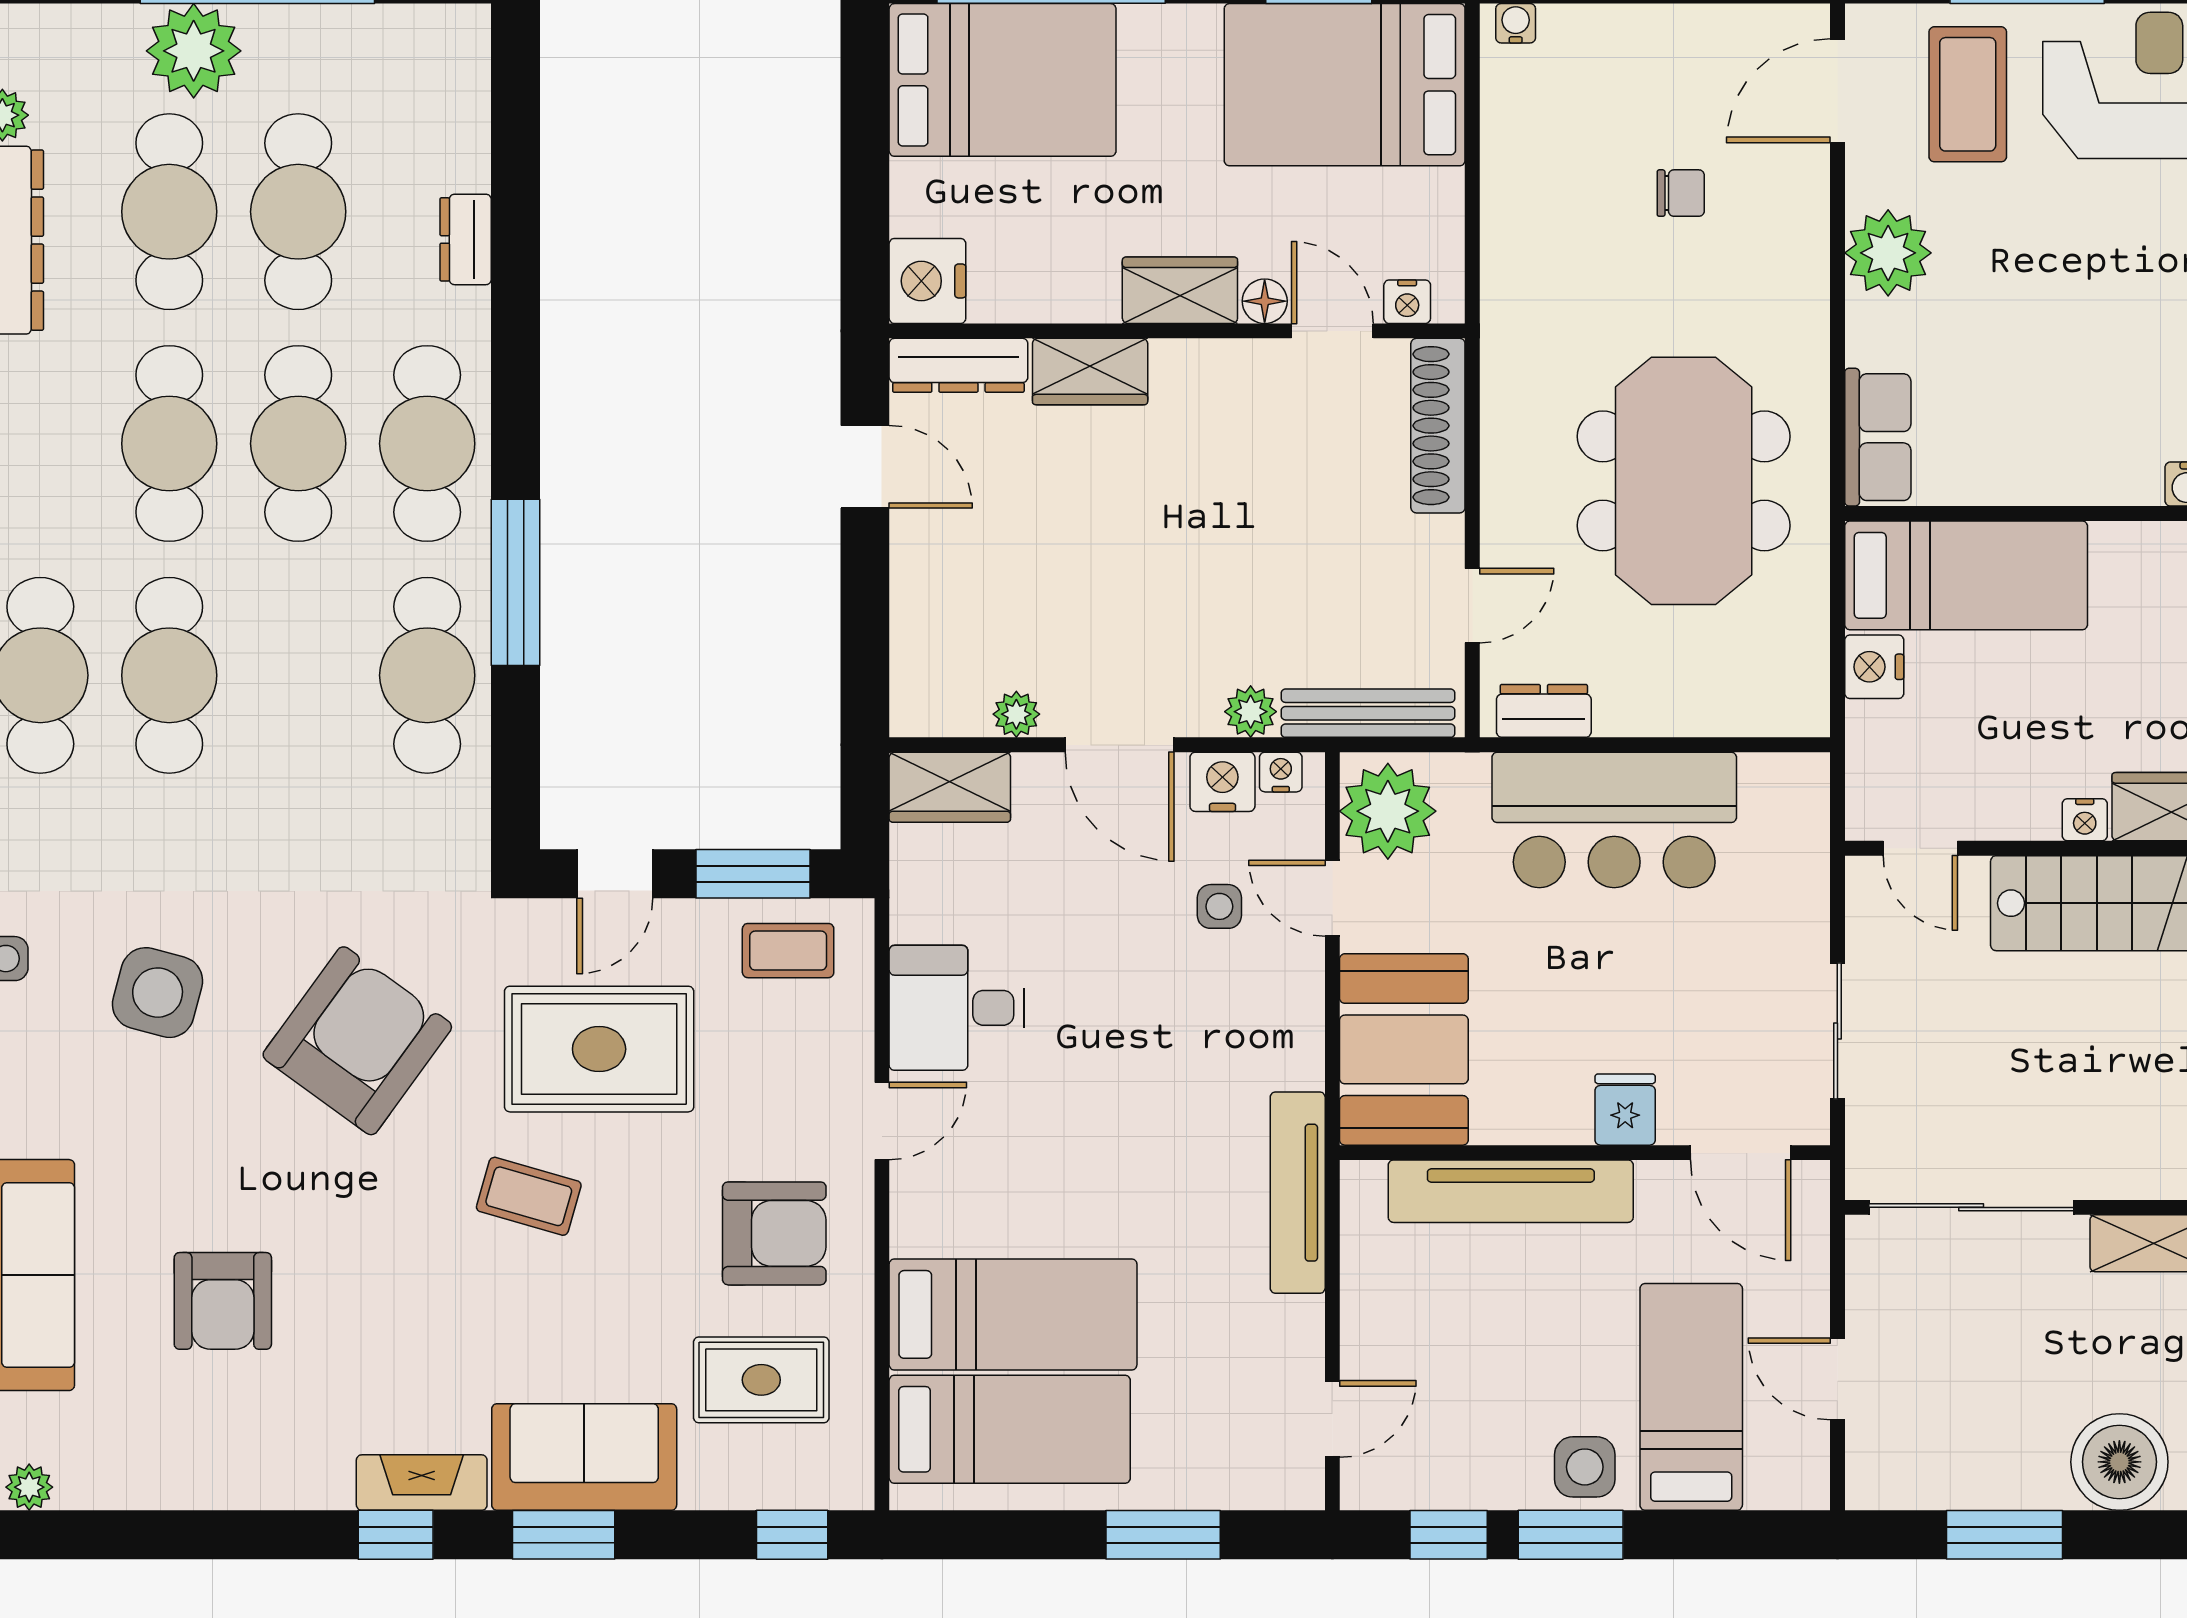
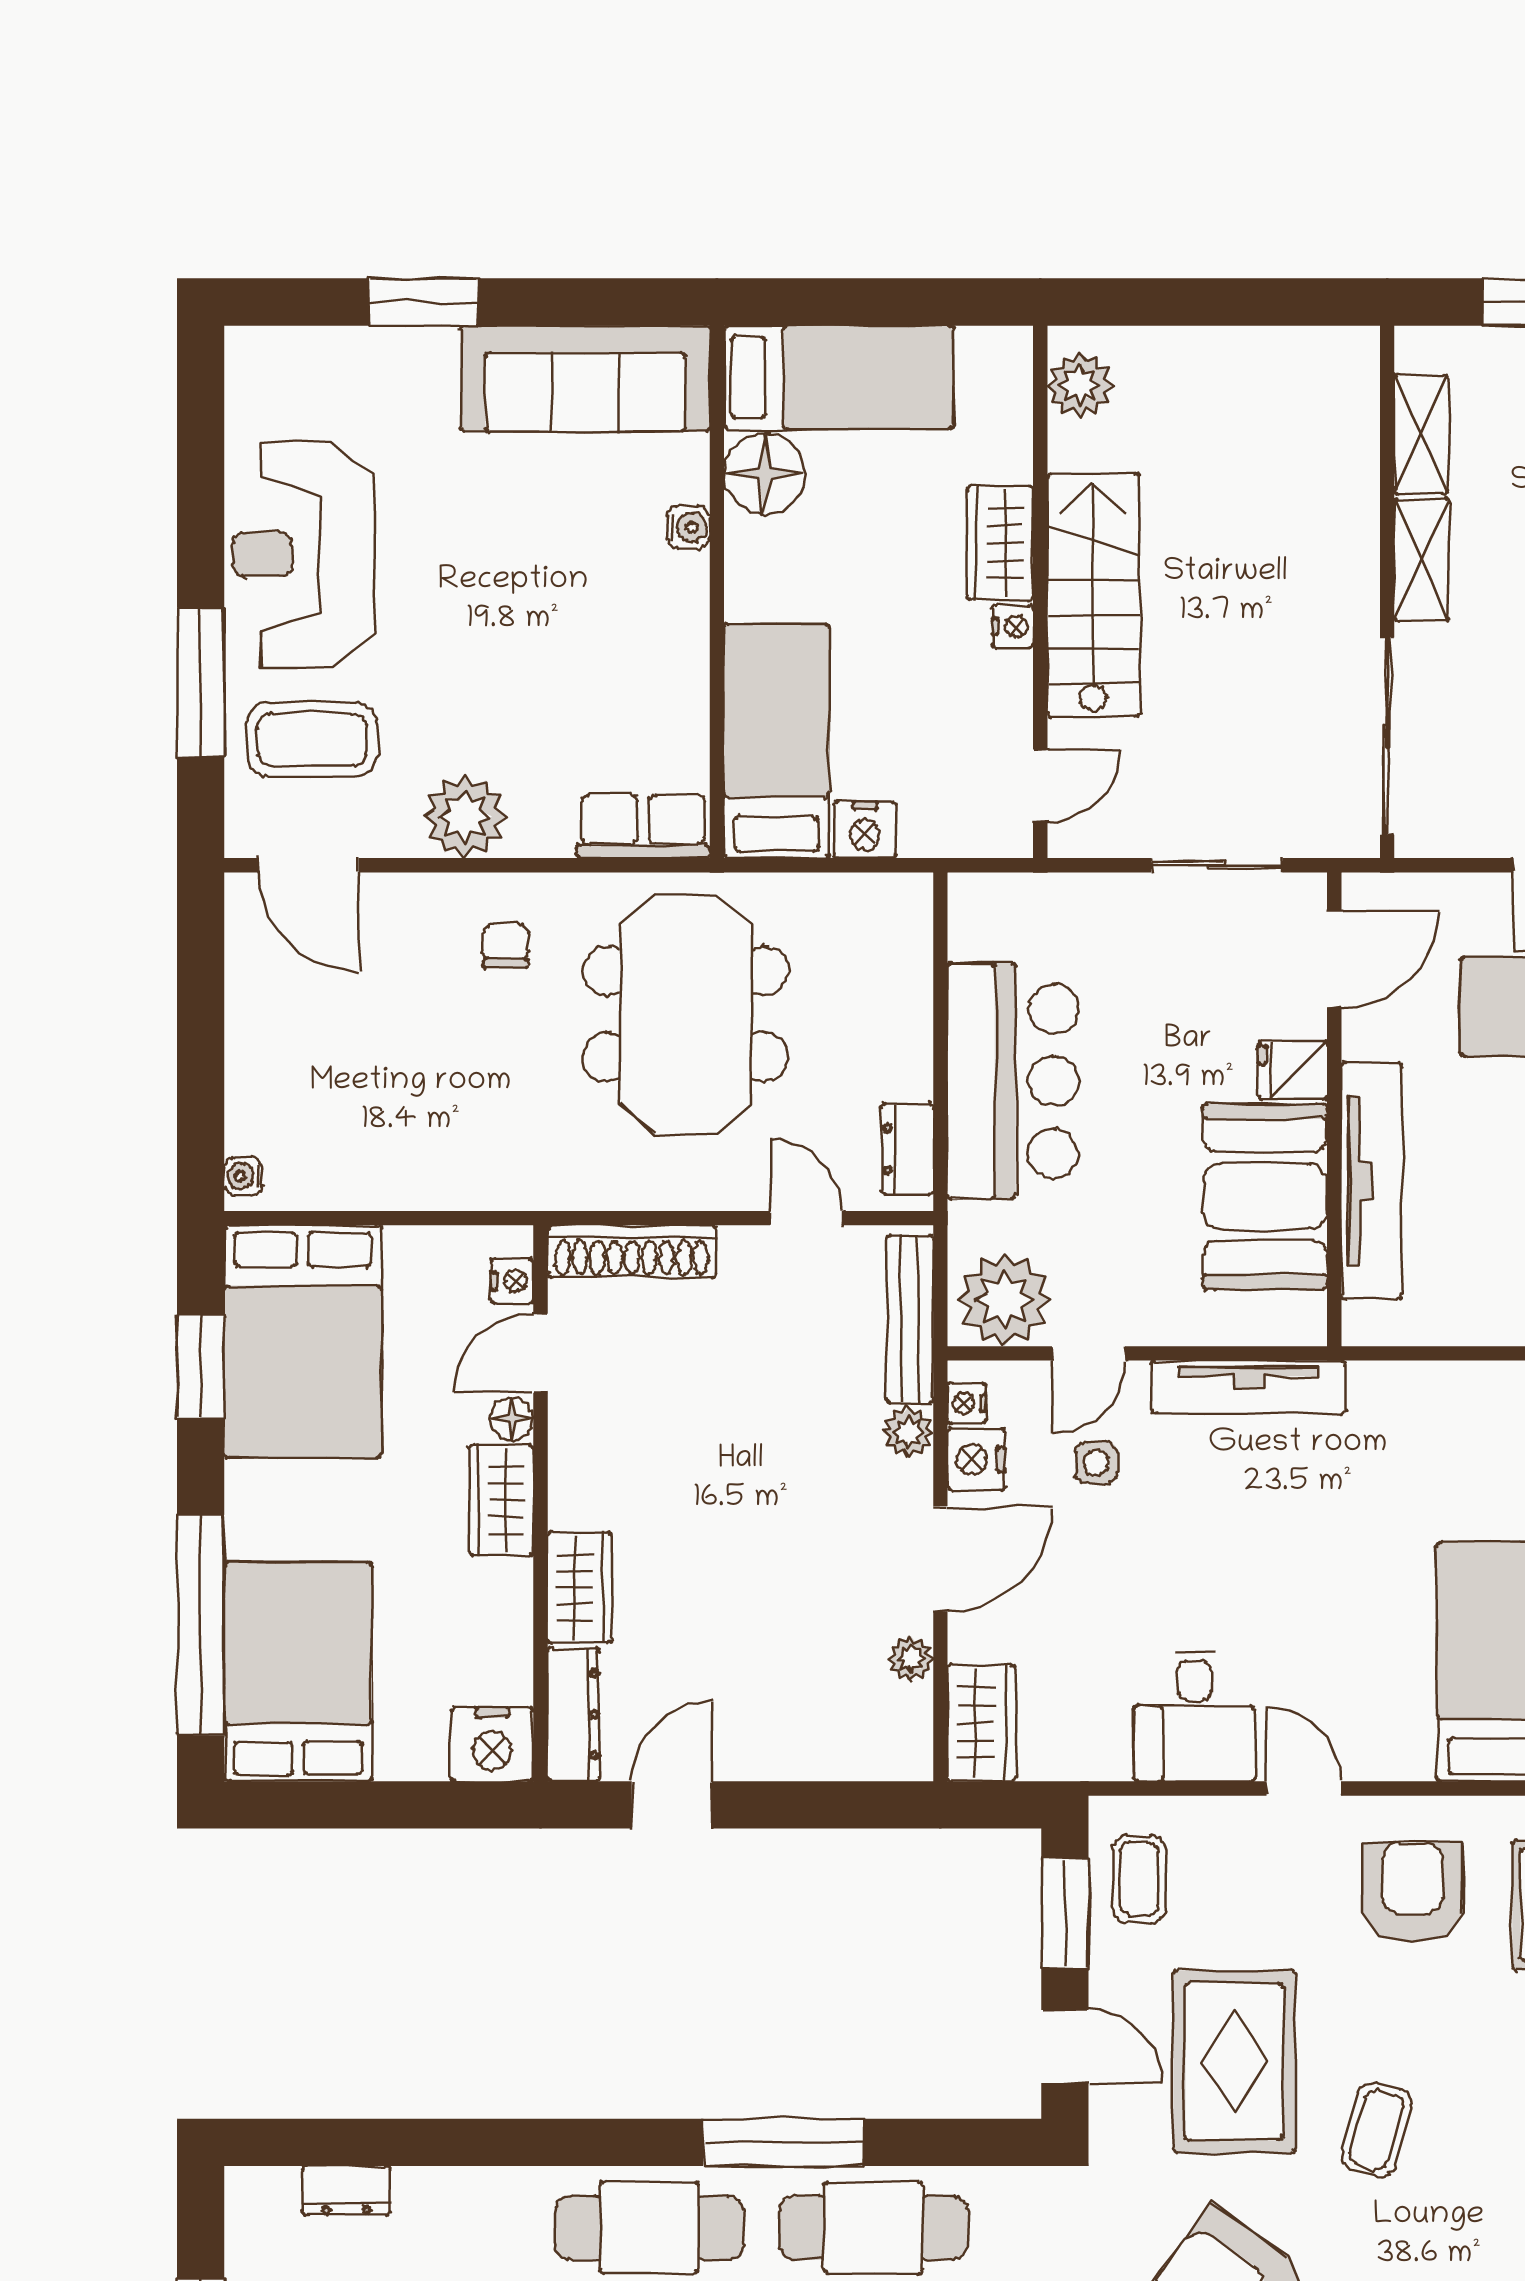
chair: (1681, 193) -> (506, 946), moved
dresser: (466, 239) -> (346, 2191), moved
meeting table: (1684, 481) -> (685, 1014), turned 90
booth: (1404, 1049) -> (1265, 1197), moved, turned 90
tv unit: (1298, 1193) -> (1249, 1387), moved

